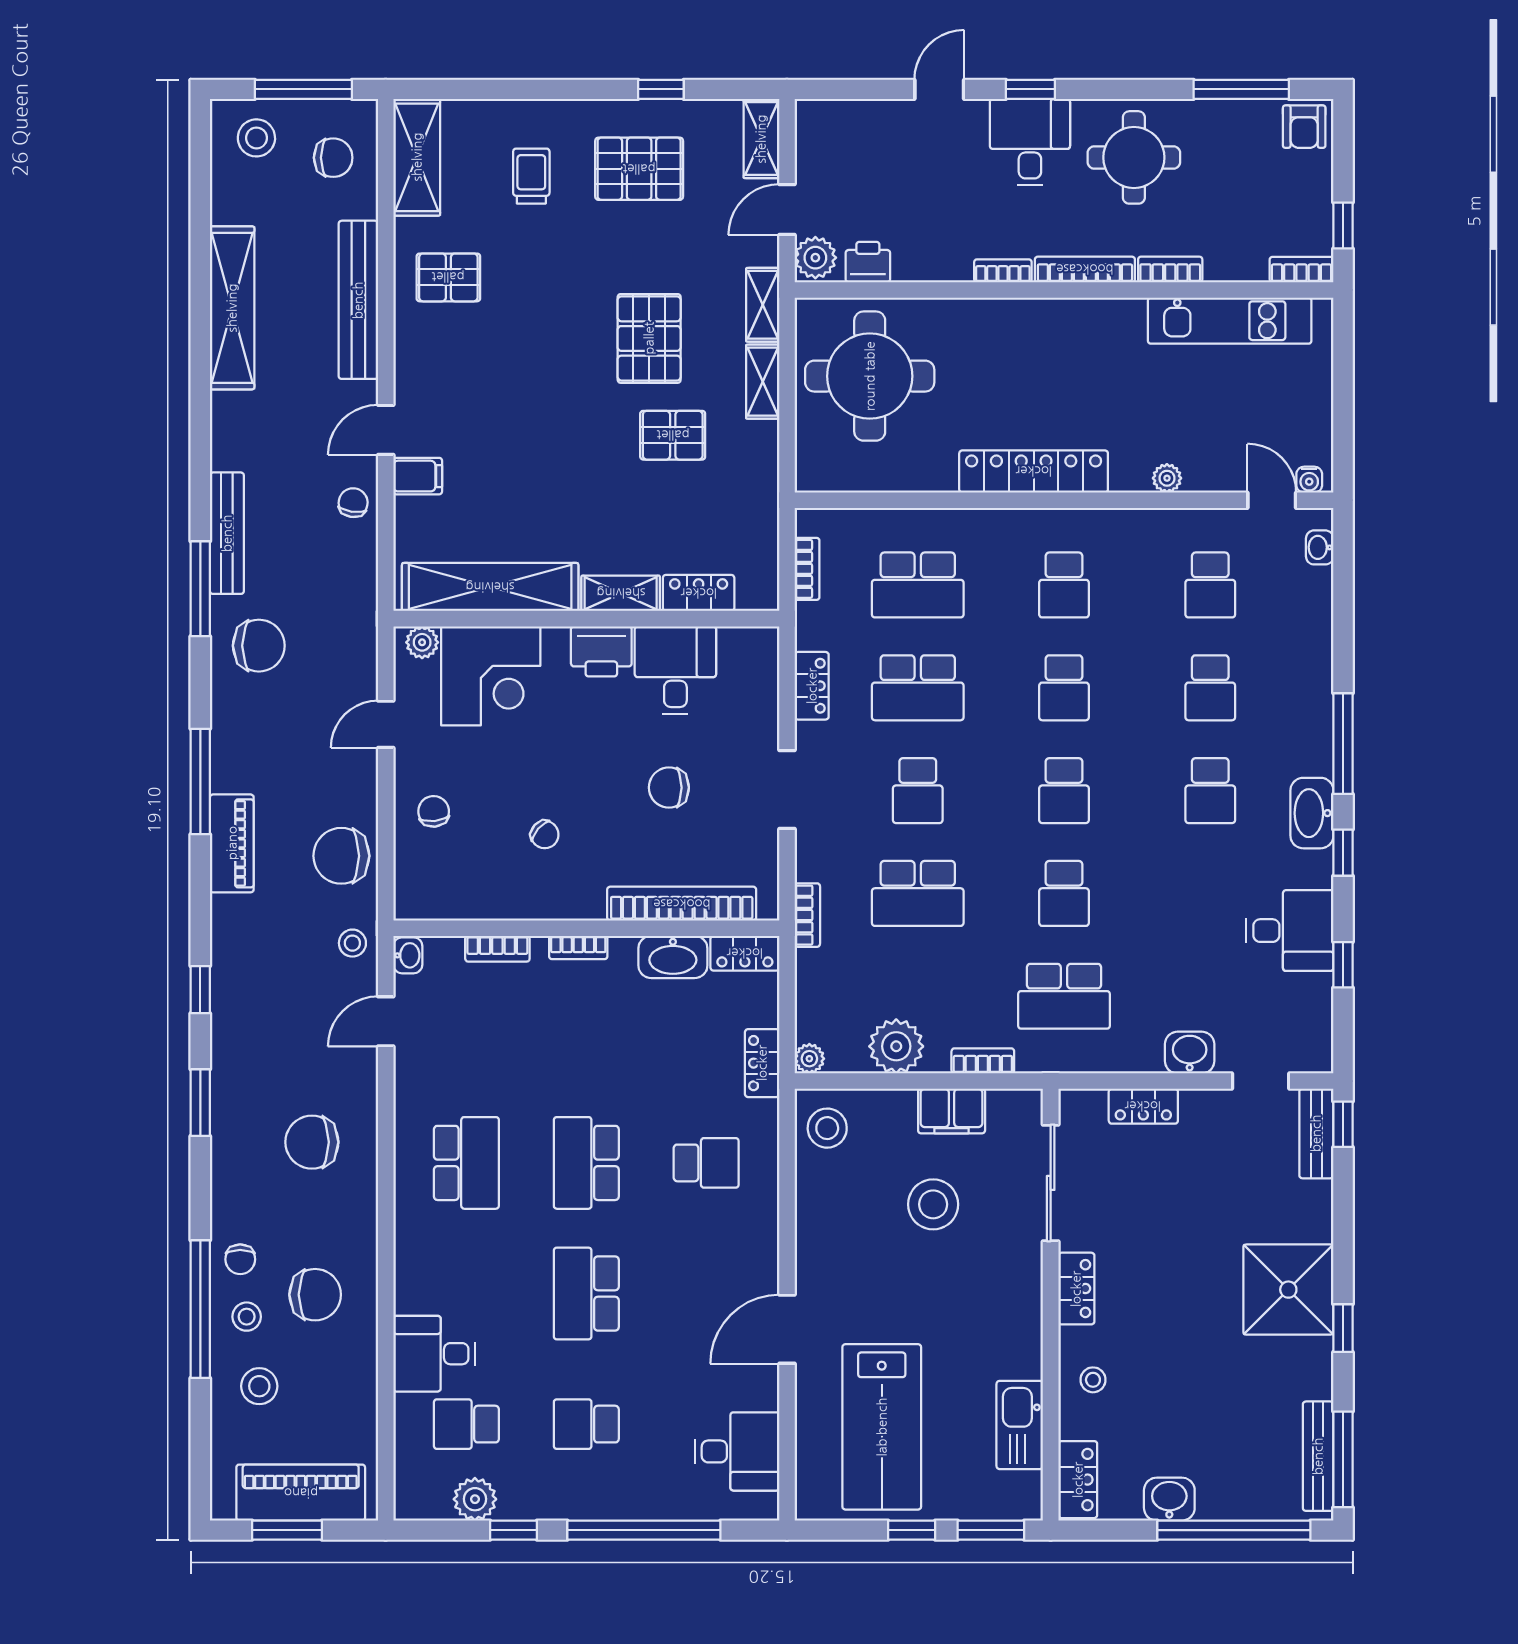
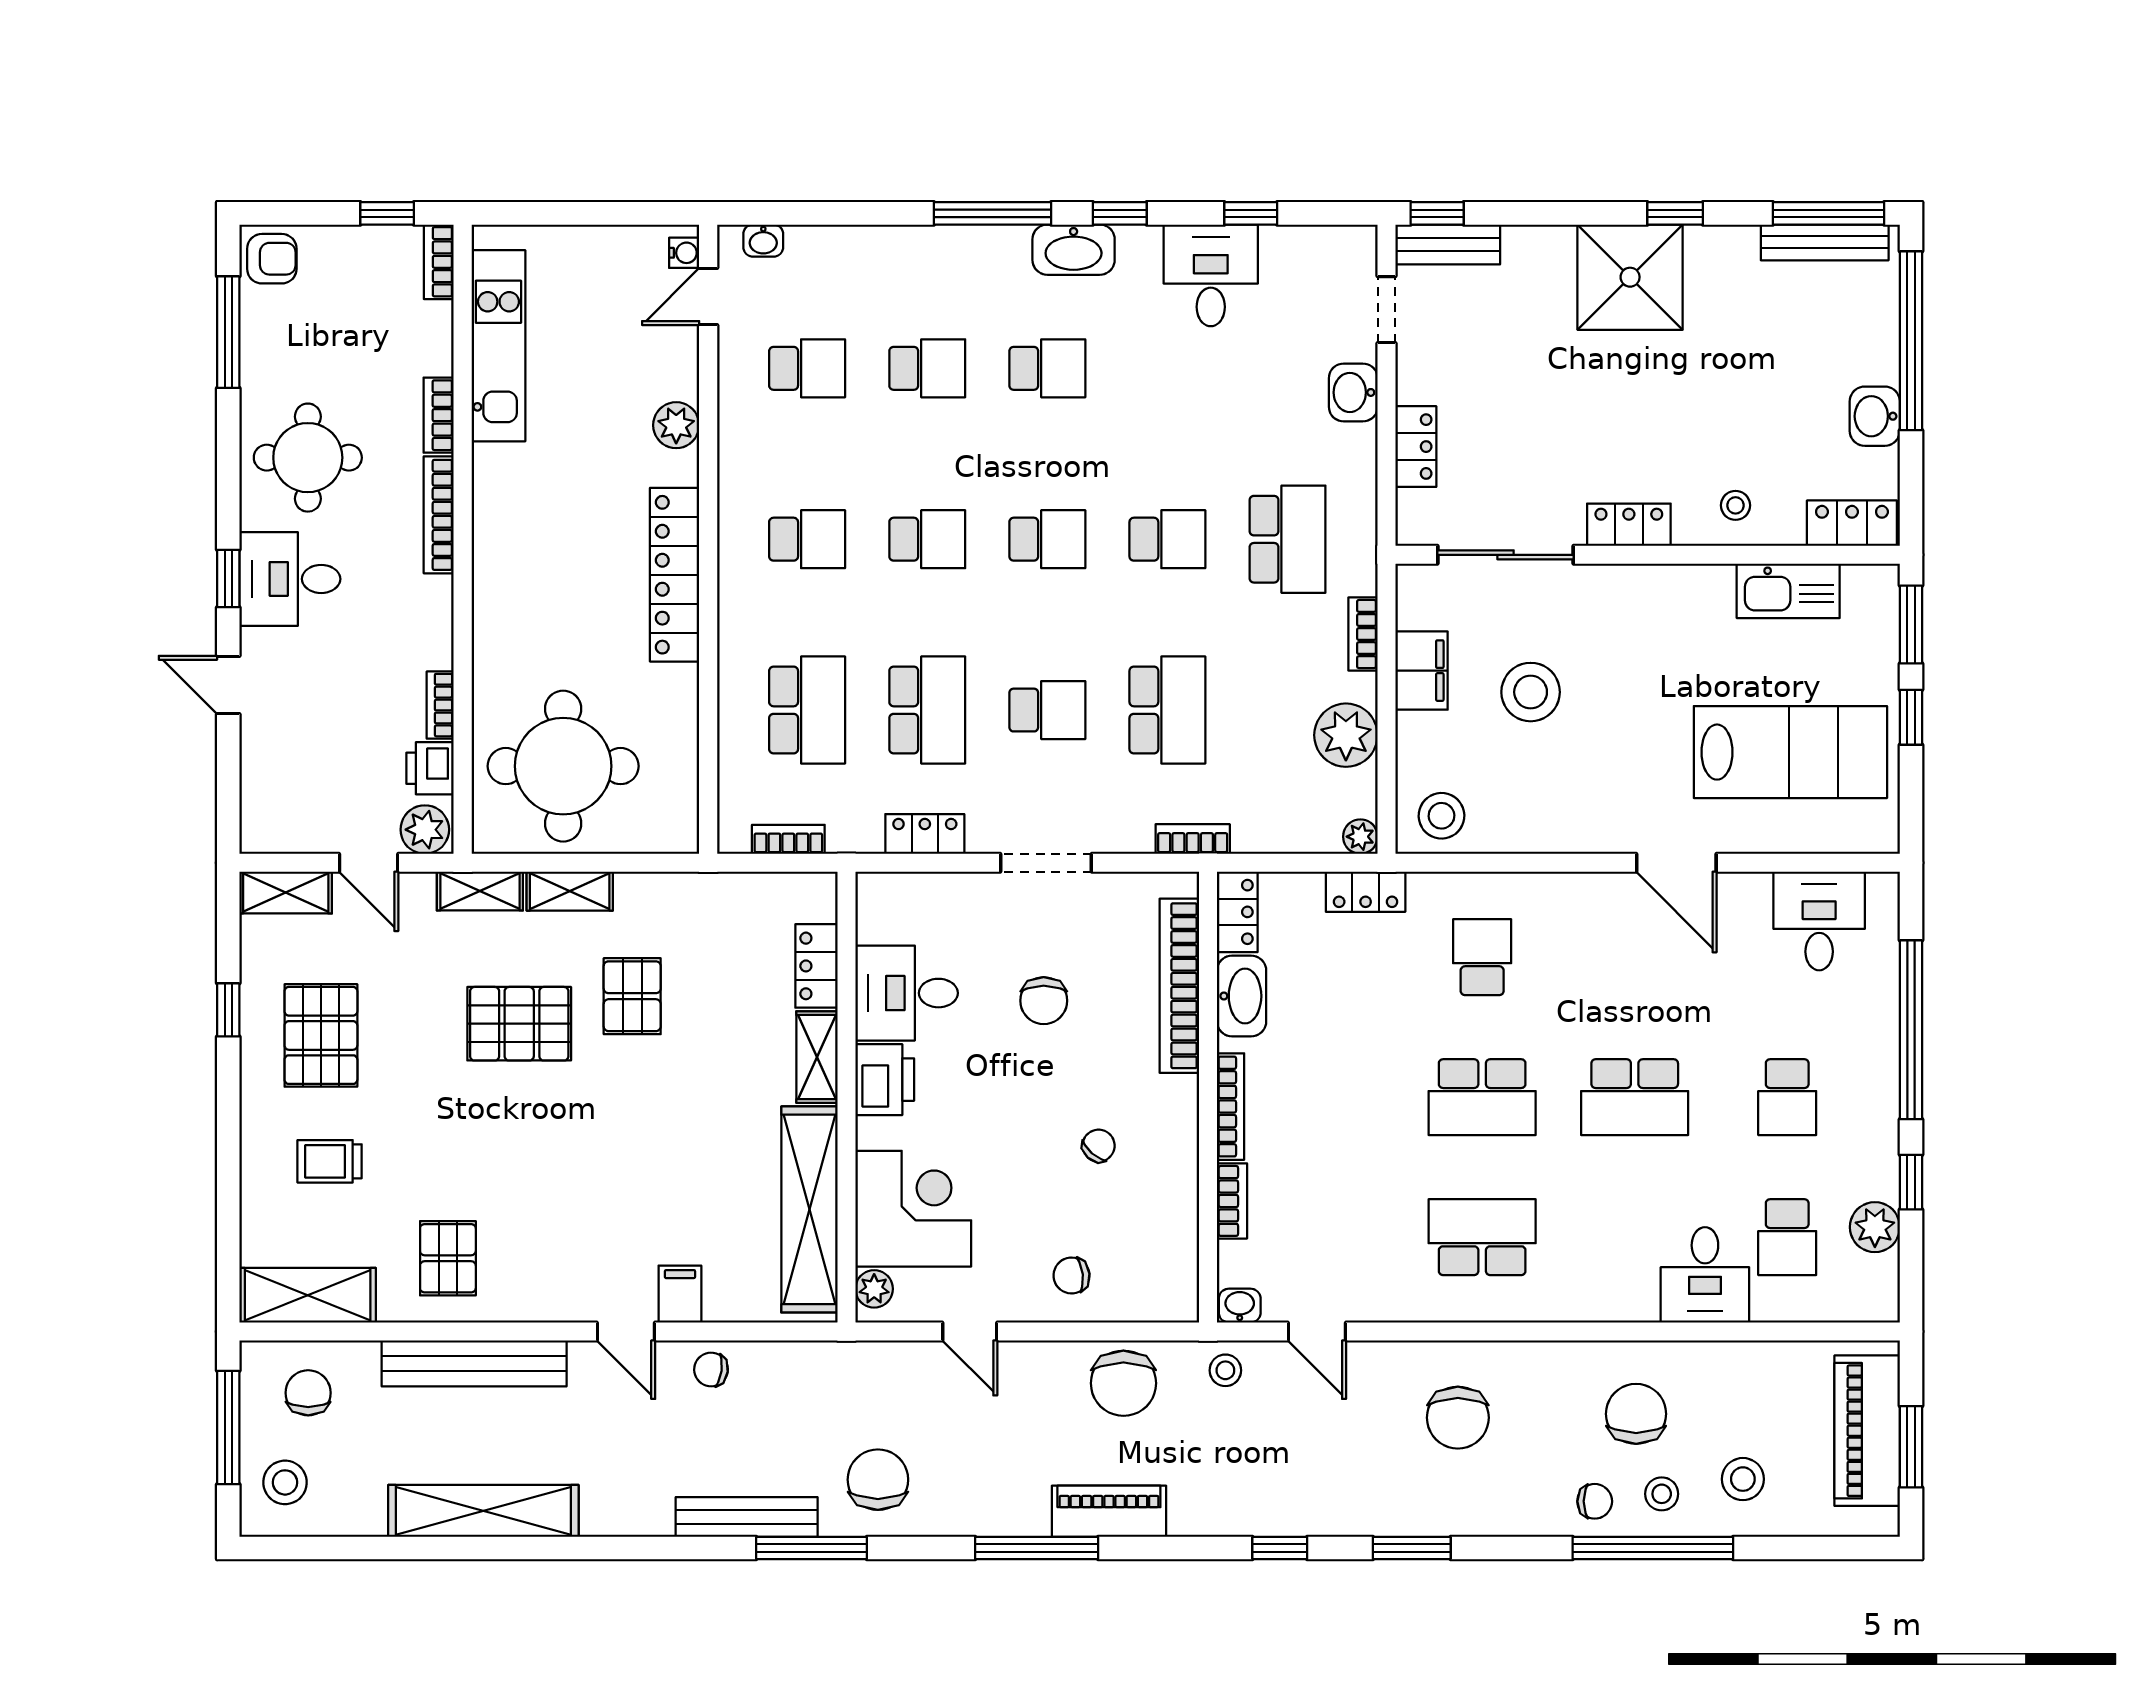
bookcase: (1003, 271) -> (440, 705), moved
plant: (1167, 478) -> (676, 425), width x1.38, depth x1.38
bookcase: (578, 948) -> (1231, 1107), width x1.56

